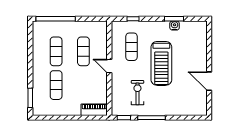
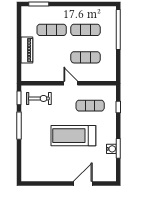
door: (109, 66) -> (71, 83), hinge flipped
door: (209, 81) -> (83, 184), moved
exercise bike: (137, 93) -> (39, 98), moved
piano: (94, 110) -> (27, 50), moved

